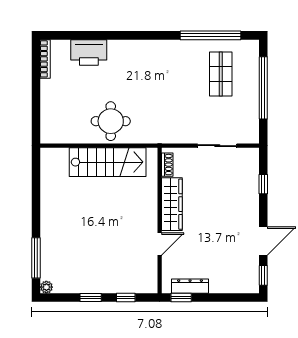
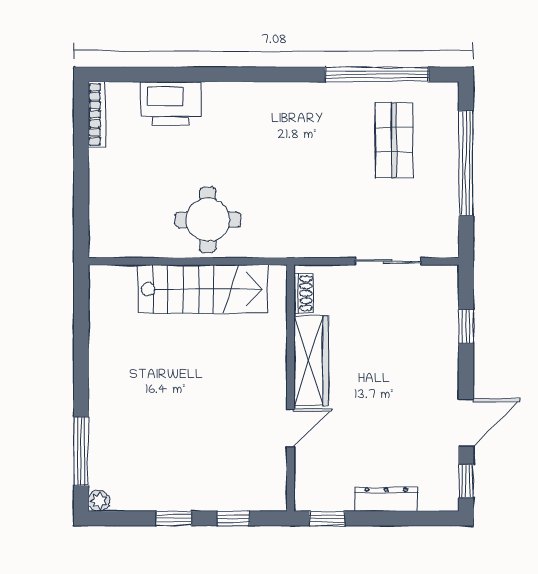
dresser: (190, 286) -> (386, 499), moved

